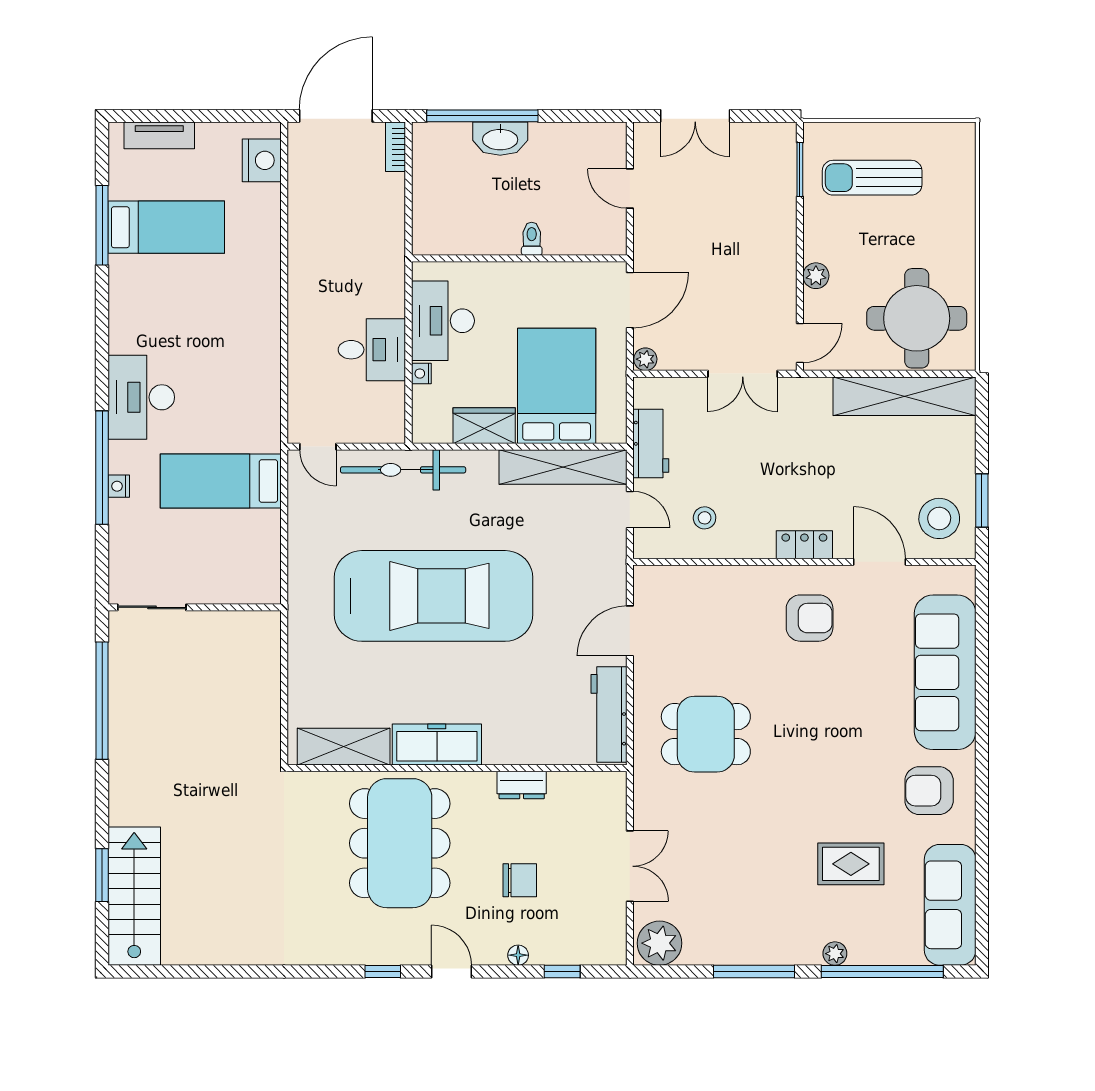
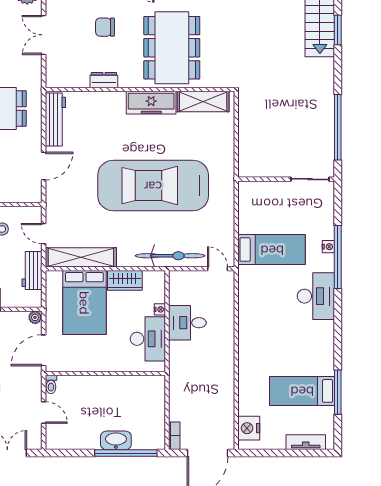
toilet: (532, 239) -> (51, 385), moved

